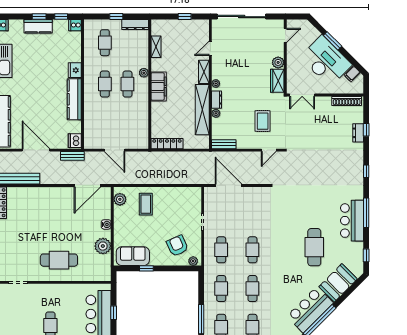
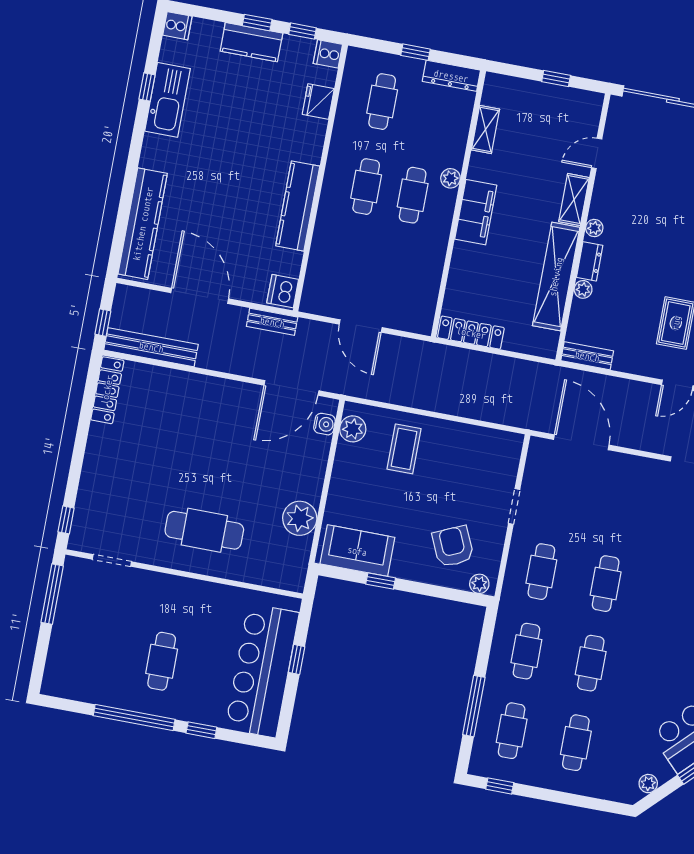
fridge: (75, 70) -> (318, 101), moved
water cooler: (106, 224) -> (324, 424), moved

